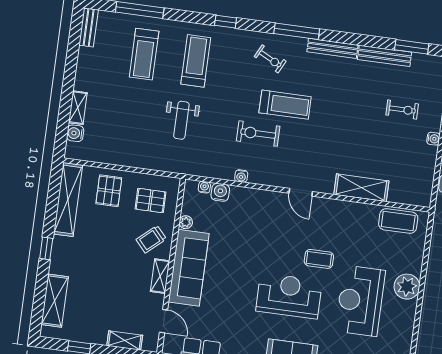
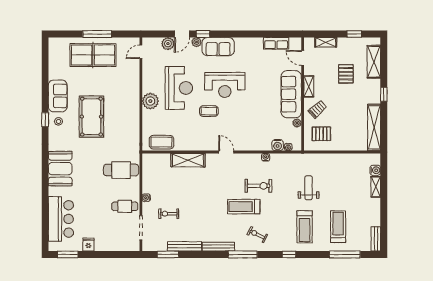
pallet: (109, 191) -> (346, 74), moved

